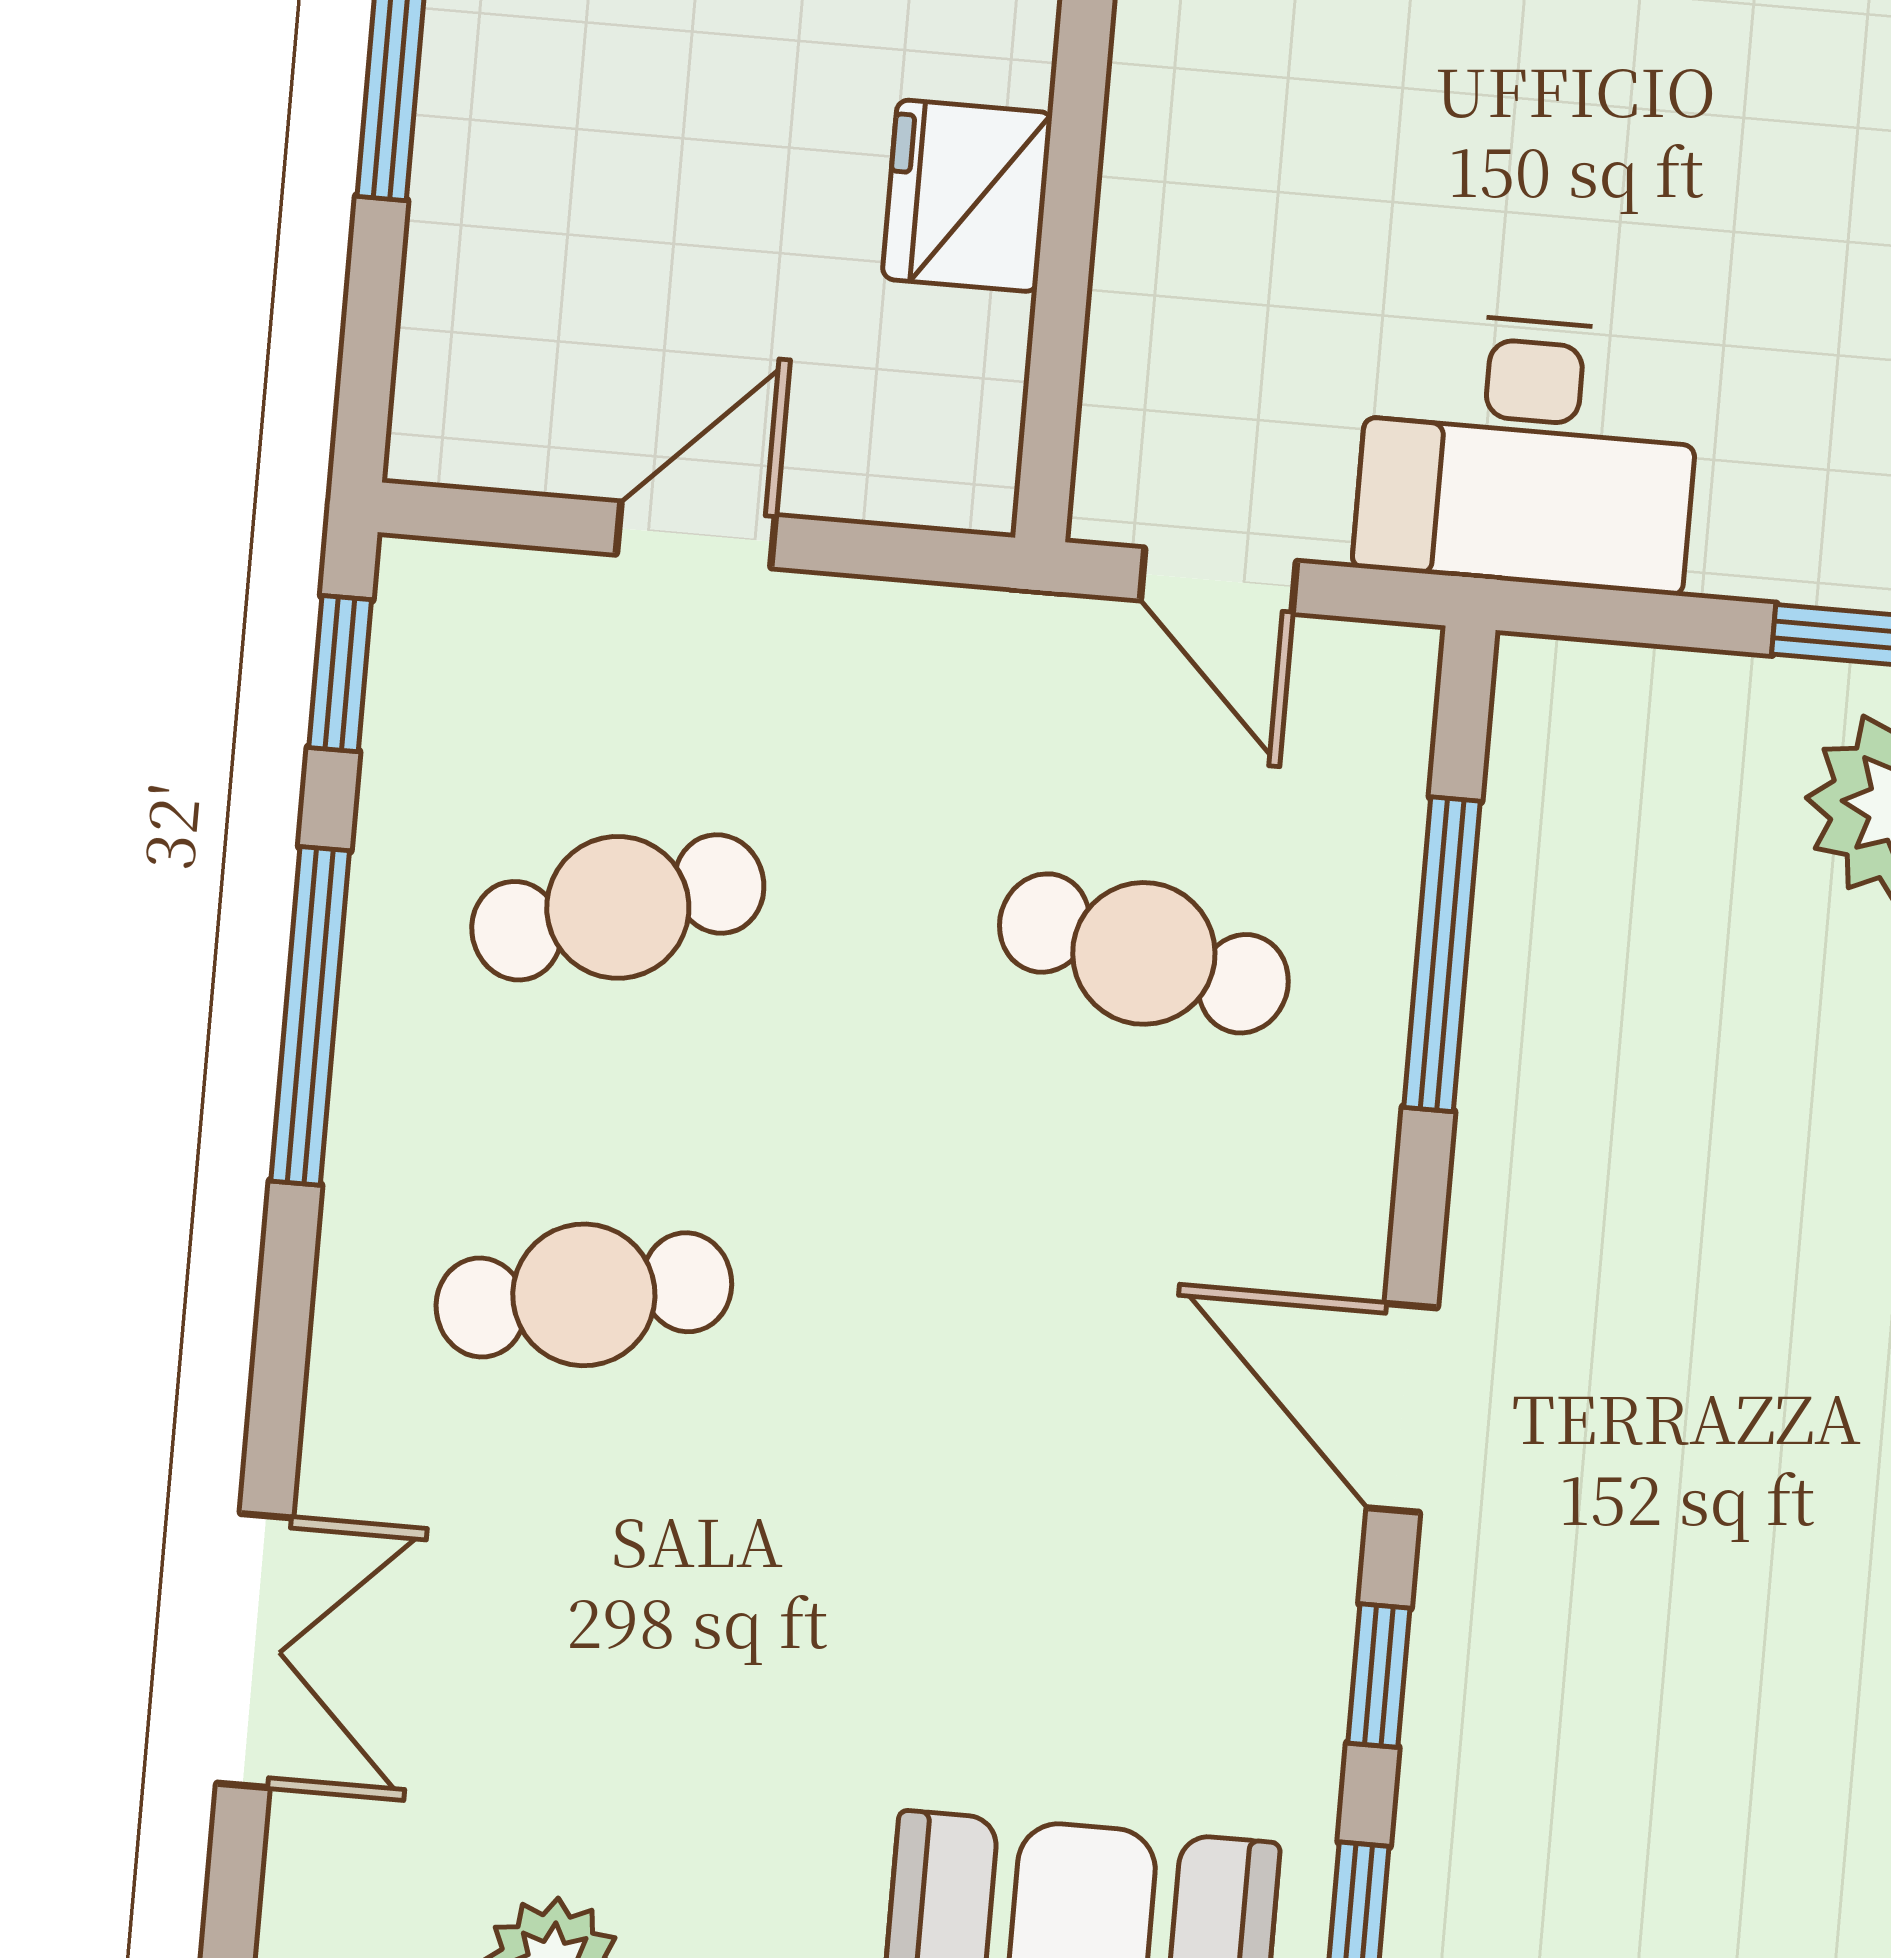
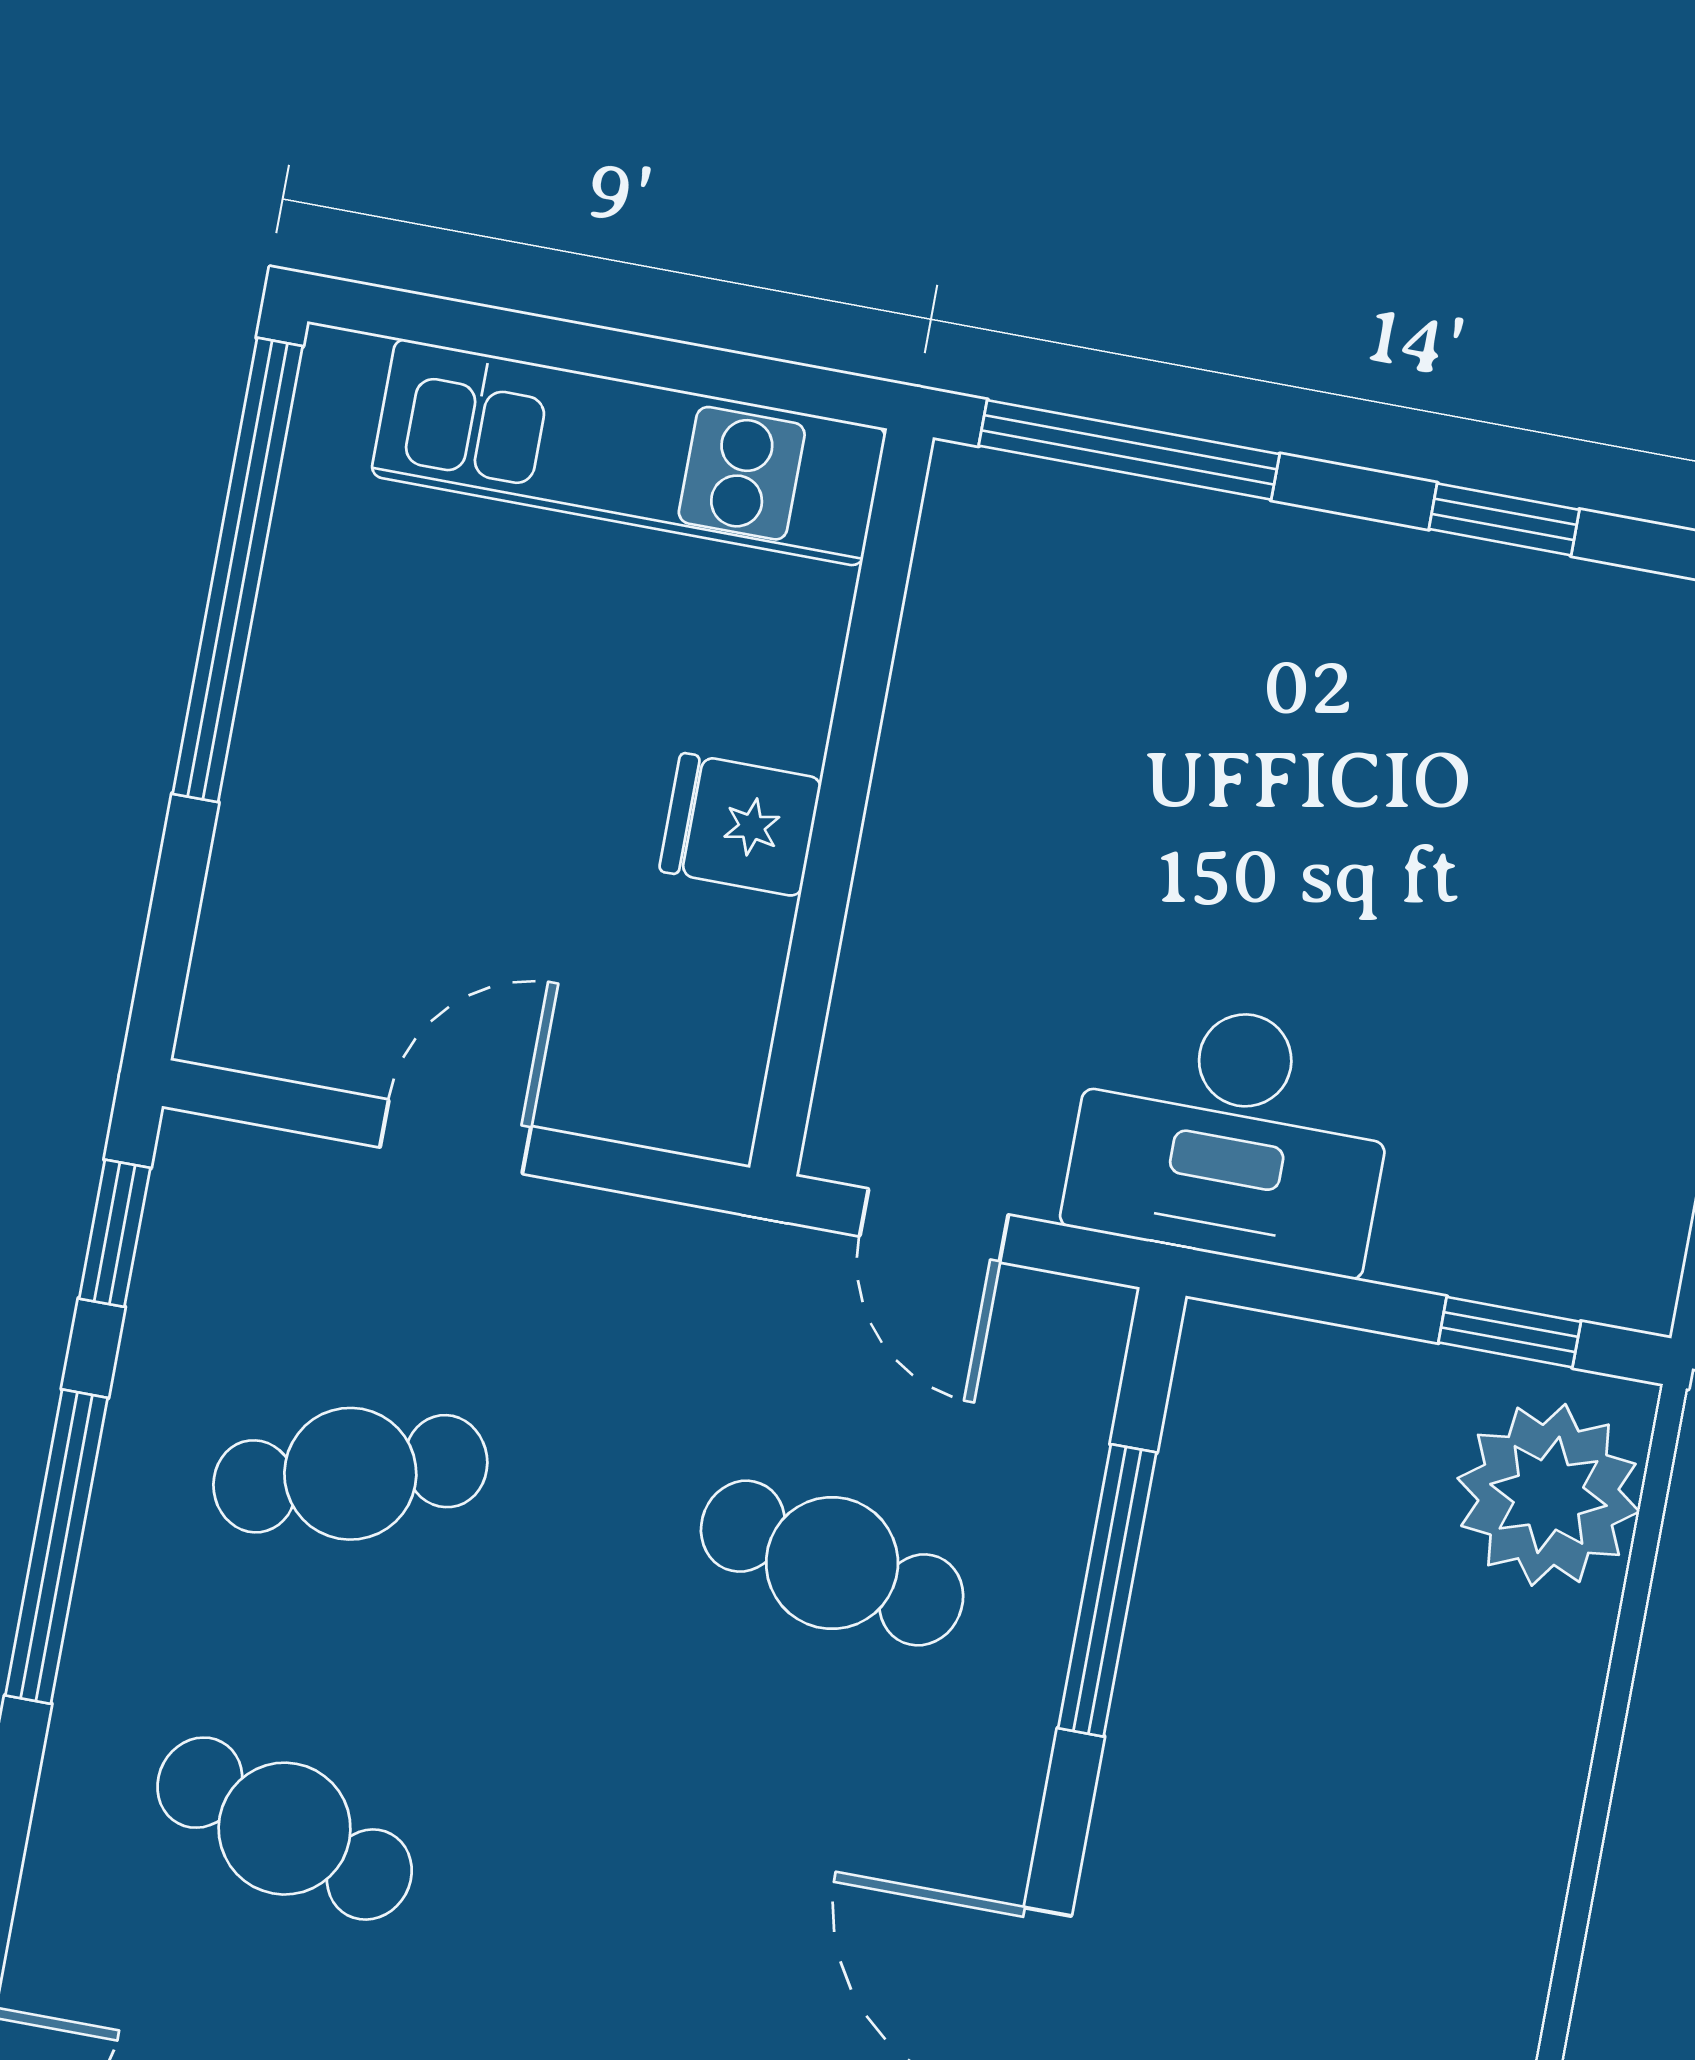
fridge: (967, 196) -> (740, 825), width x0.72
cafe table: (584, 1295) -> (285, 1829), turned 30

